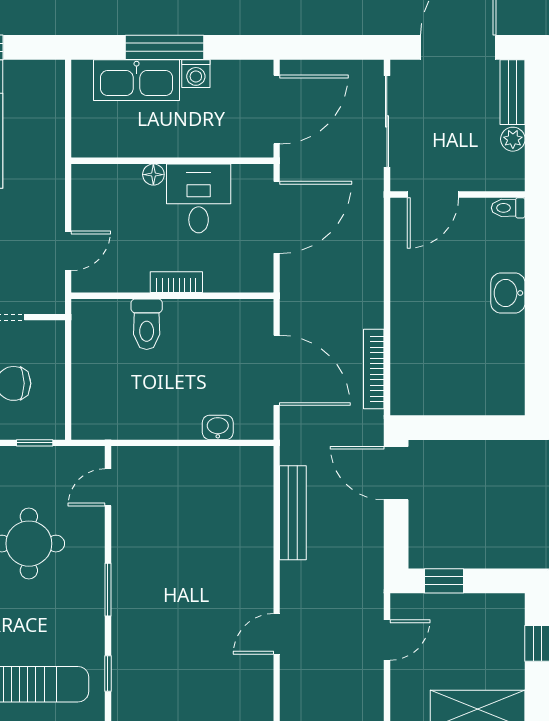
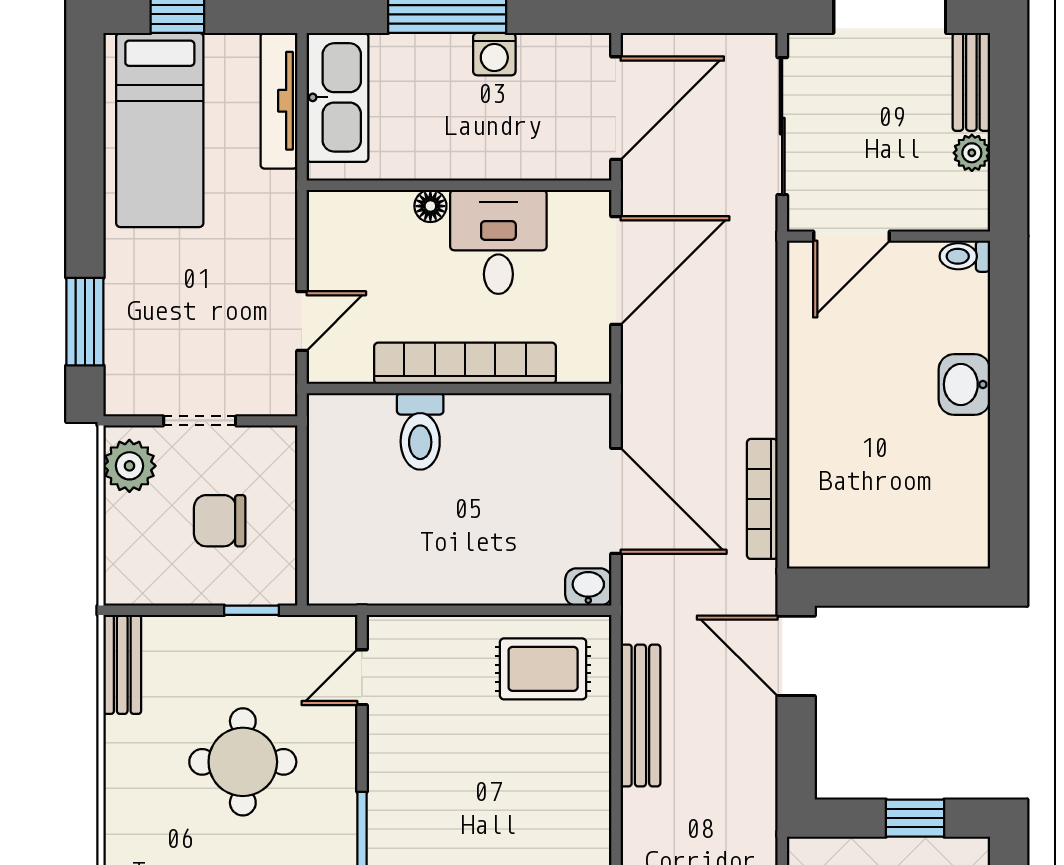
kitchen sink: (137, 80) -> (337, 97), moved, turned -90
tv unit: (53, 105) -> (279, 101), added
bookcase: (176, 282) -> (465, 363), width x2.31, depth x1.31
washbasin: (218, 427) -> (588, 587), moved
rug: (228, 482) -> (543, 669), added
window: (444, 581) -> (915, 818), moved

